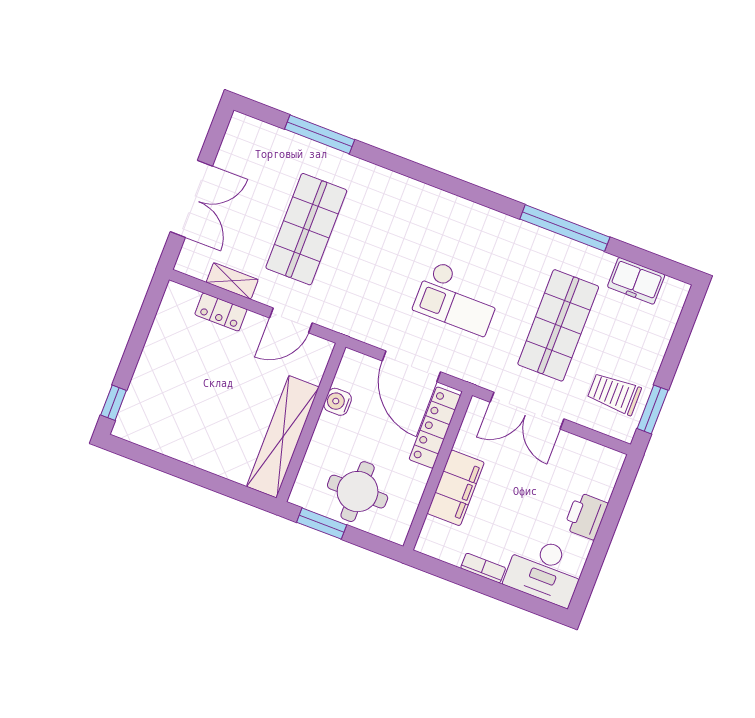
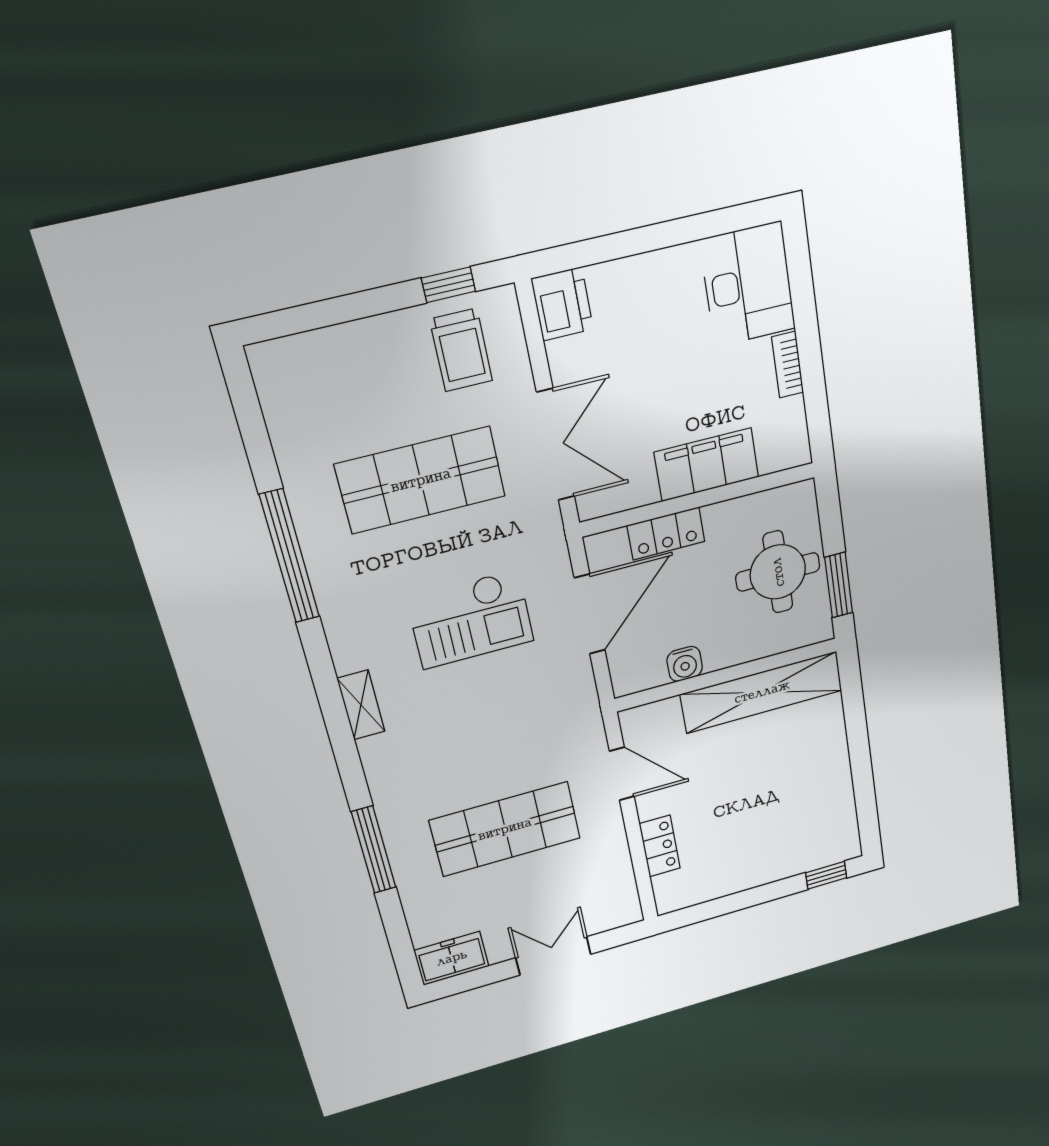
window: (320, 134) -> (374, 850), moved
double door: (191, 199) -> (553, 956), width x0.73
shelving: (232, 281) -> (361, 705), moved
freezer: (636, 281) -> (452, 958), moved, turned -90
checkout: (458, 298) -> (470, 619), turned 90
window: (653, 409) -> (448, 285), width x0.67
locker: (435, 428) -> (666, 533), width x0.66
printer: (586, 516) -> (562, 304), moved, turned -90

